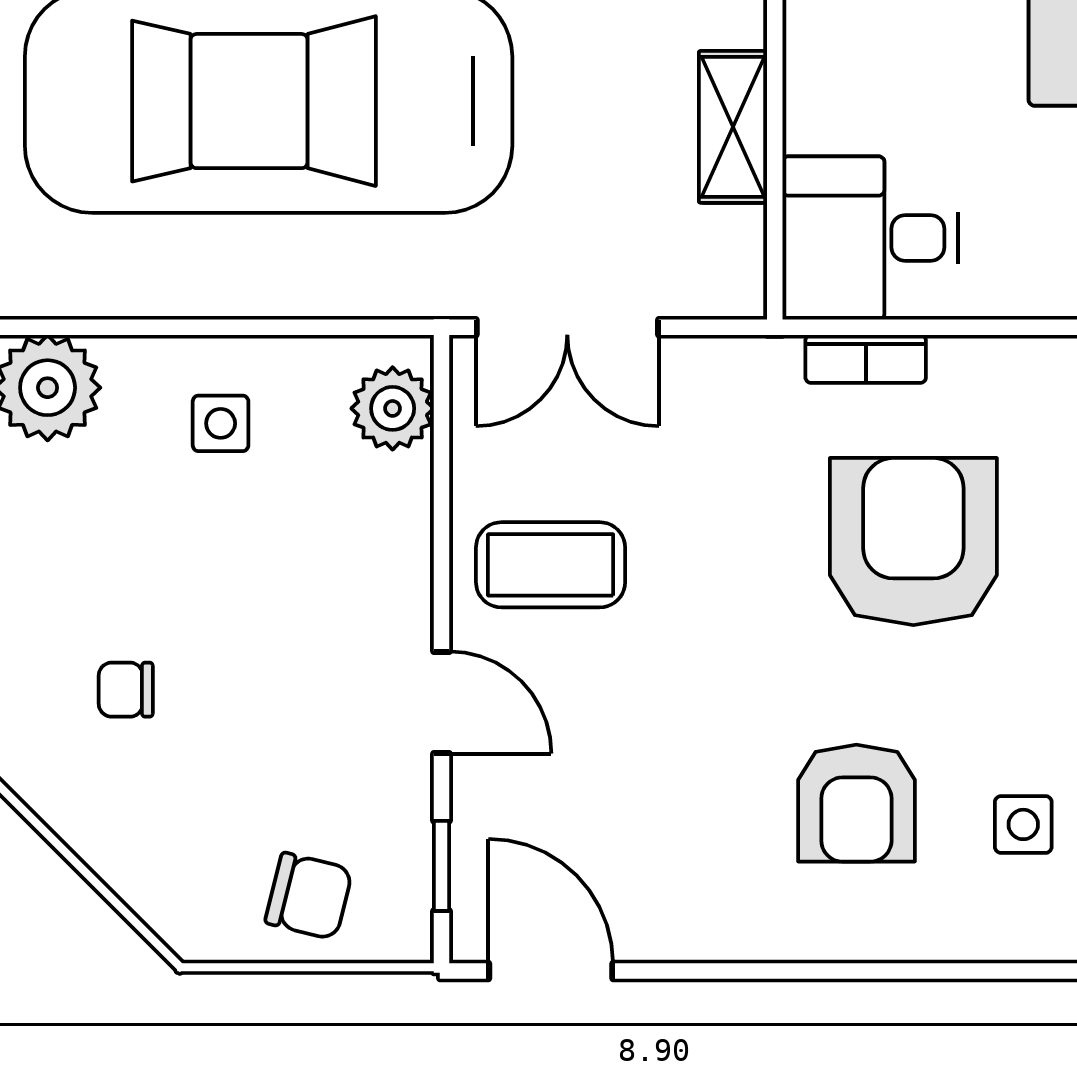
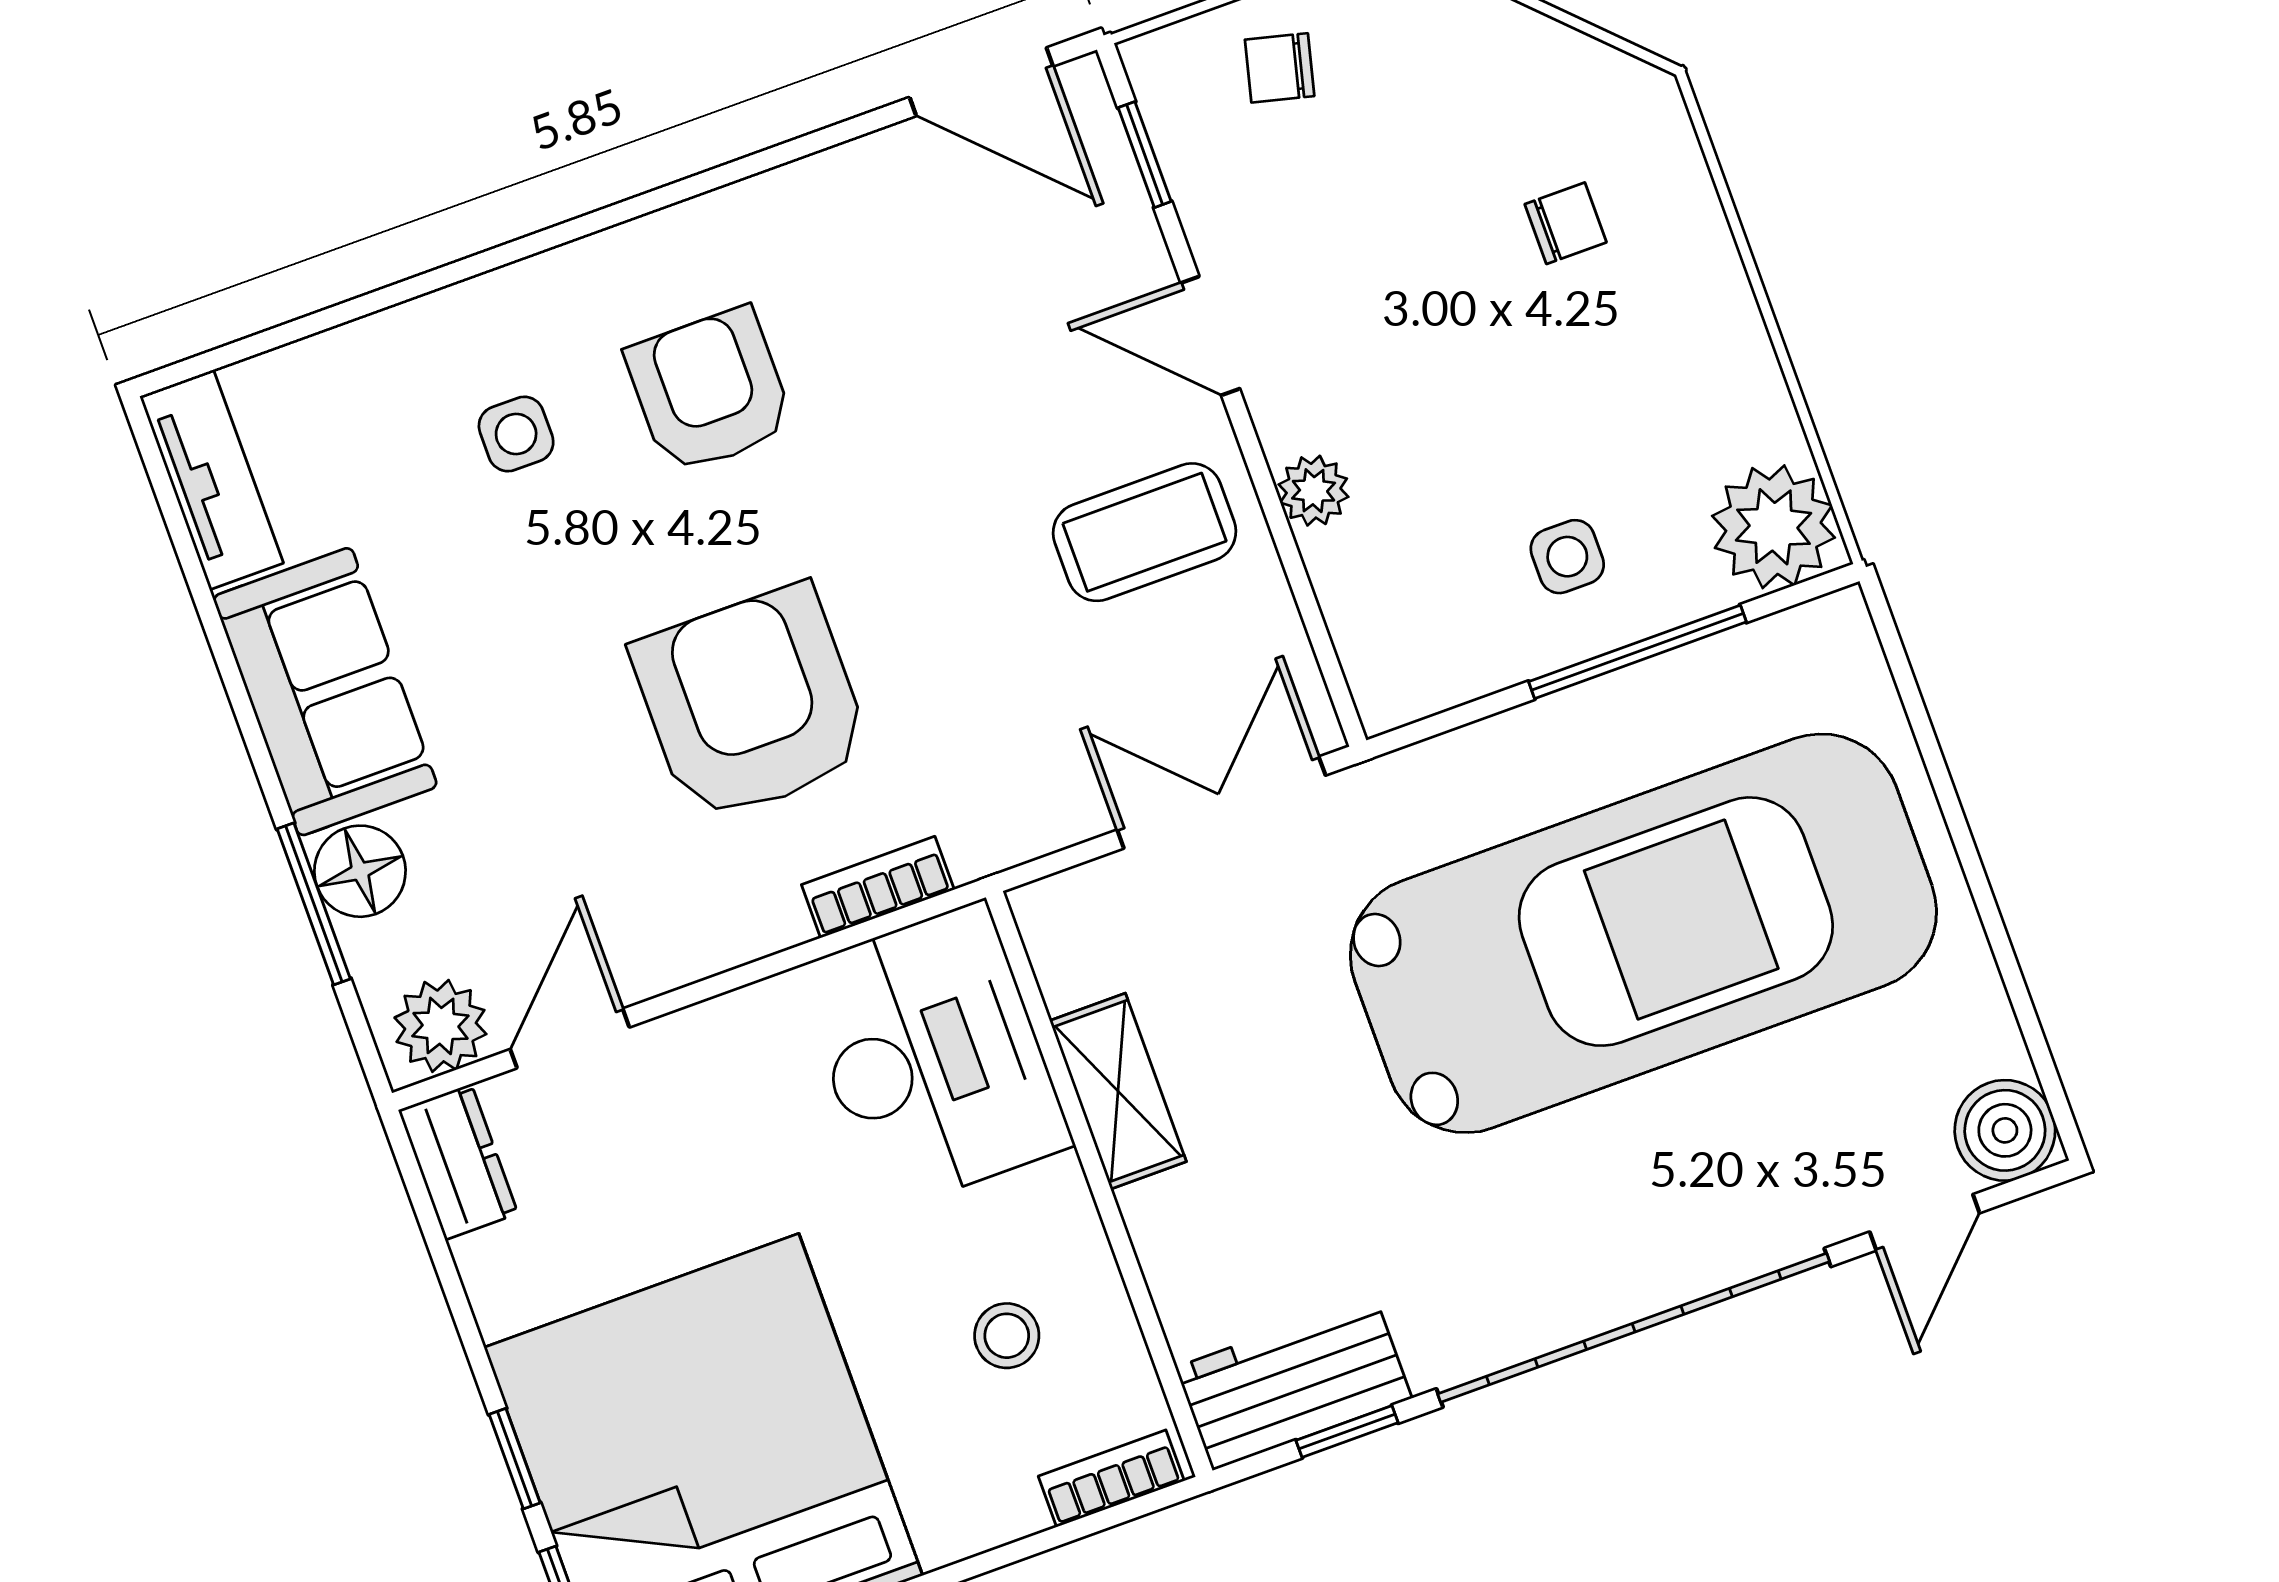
desk: (870, 238) -> (933, 1057), width x1.37
window: (192, 327) -> (1637, 652), added
plant: (393, 408) -> (1314, 491), moved, width x0.73, depth x0.73
armchair: (913, 542) -> (751, 704), turned 180
chair: (309, 896) -> (1280, 68), width x0.73, depth x0.73

